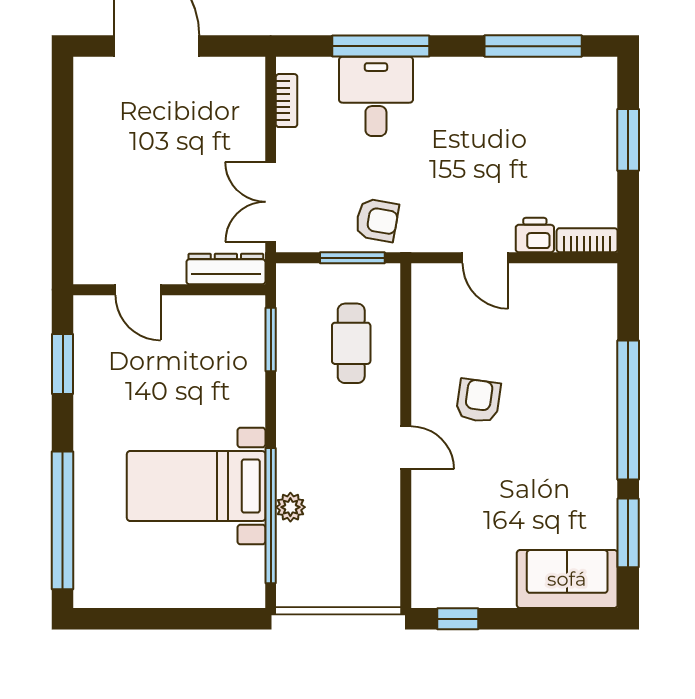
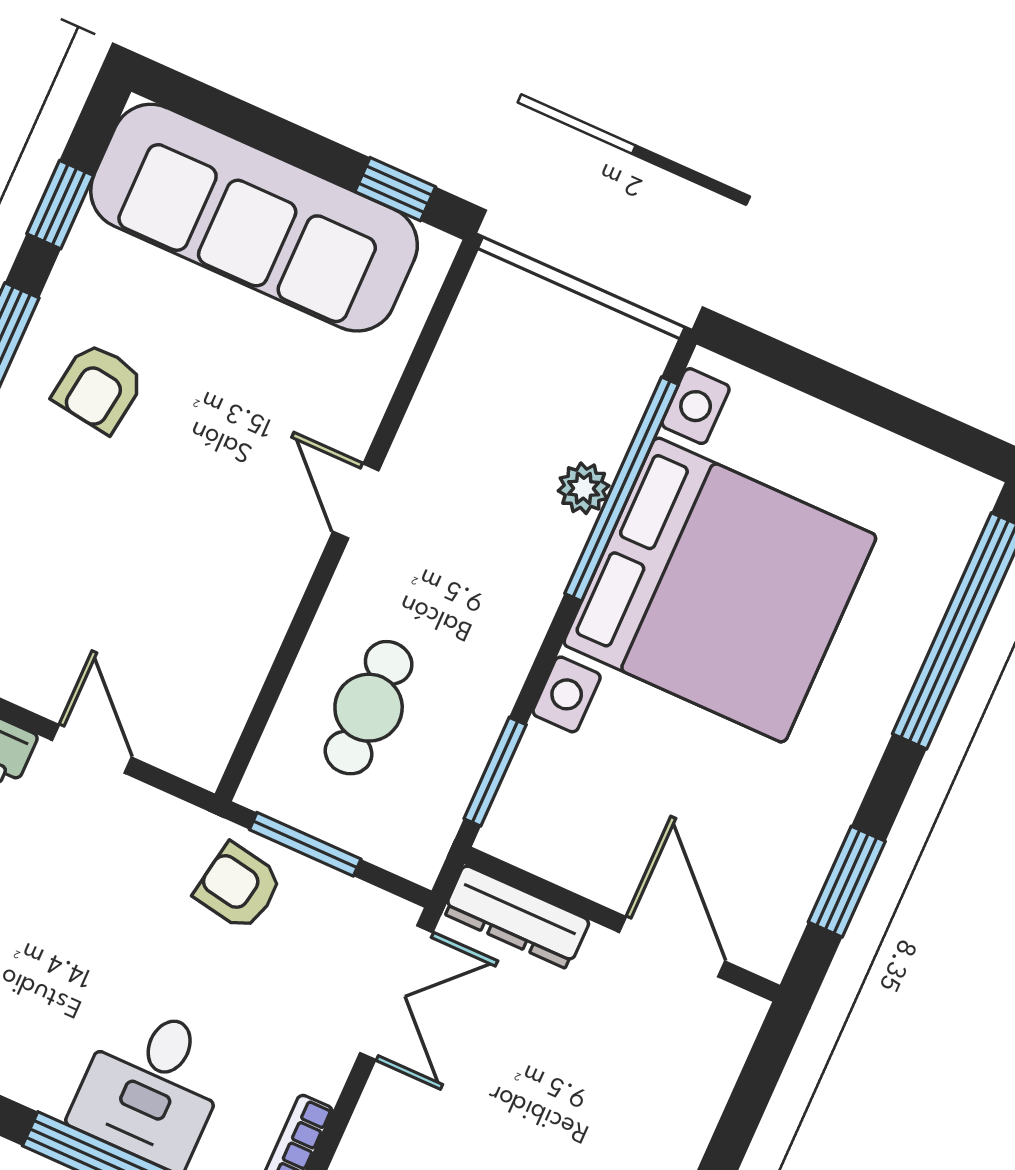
door: (138, 290) -> (672, 947), width x1.38
armchair: (478, 401) -> (99, 388), moved
bed with nightstands: (196, 486) -> (720, 590), width x1.85
window: (628, 533) -> (60, 205), width x0.67
sofa: (567, 579) -> (254, 218), width x1.85, depth x1.27

